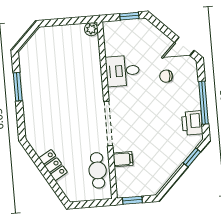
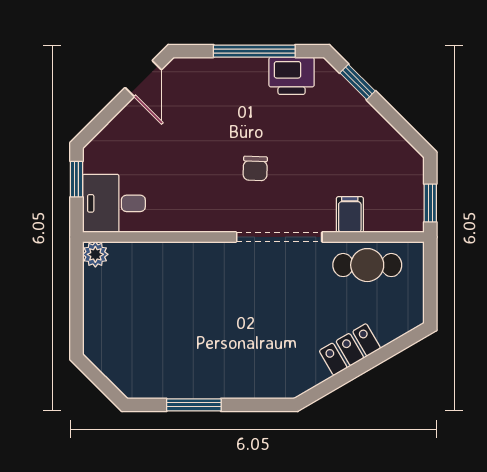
desk: (123, 71) -> (114, 203), moved, turned 90
chair: (166, 76) -> (255, 168), moved

